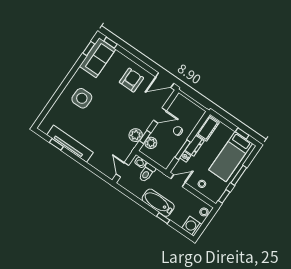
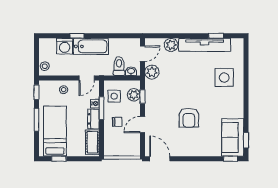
armchair: (131, 80) -> (189, 118), moved
door: (165, 80) -> (160, 159), hinge flipped
side table: (82, 98) -> (224, 77), moved
plant: (136, 135) -> (152, 72), moved
side table: (167, 152) -> (114, 96), added
plant: (96, 161) -> (171, 45), added
door: (122, 170) -> (142, 54), hinge flipped
washing machine: (192, 226) -> (65, 46), moved, turned 90

